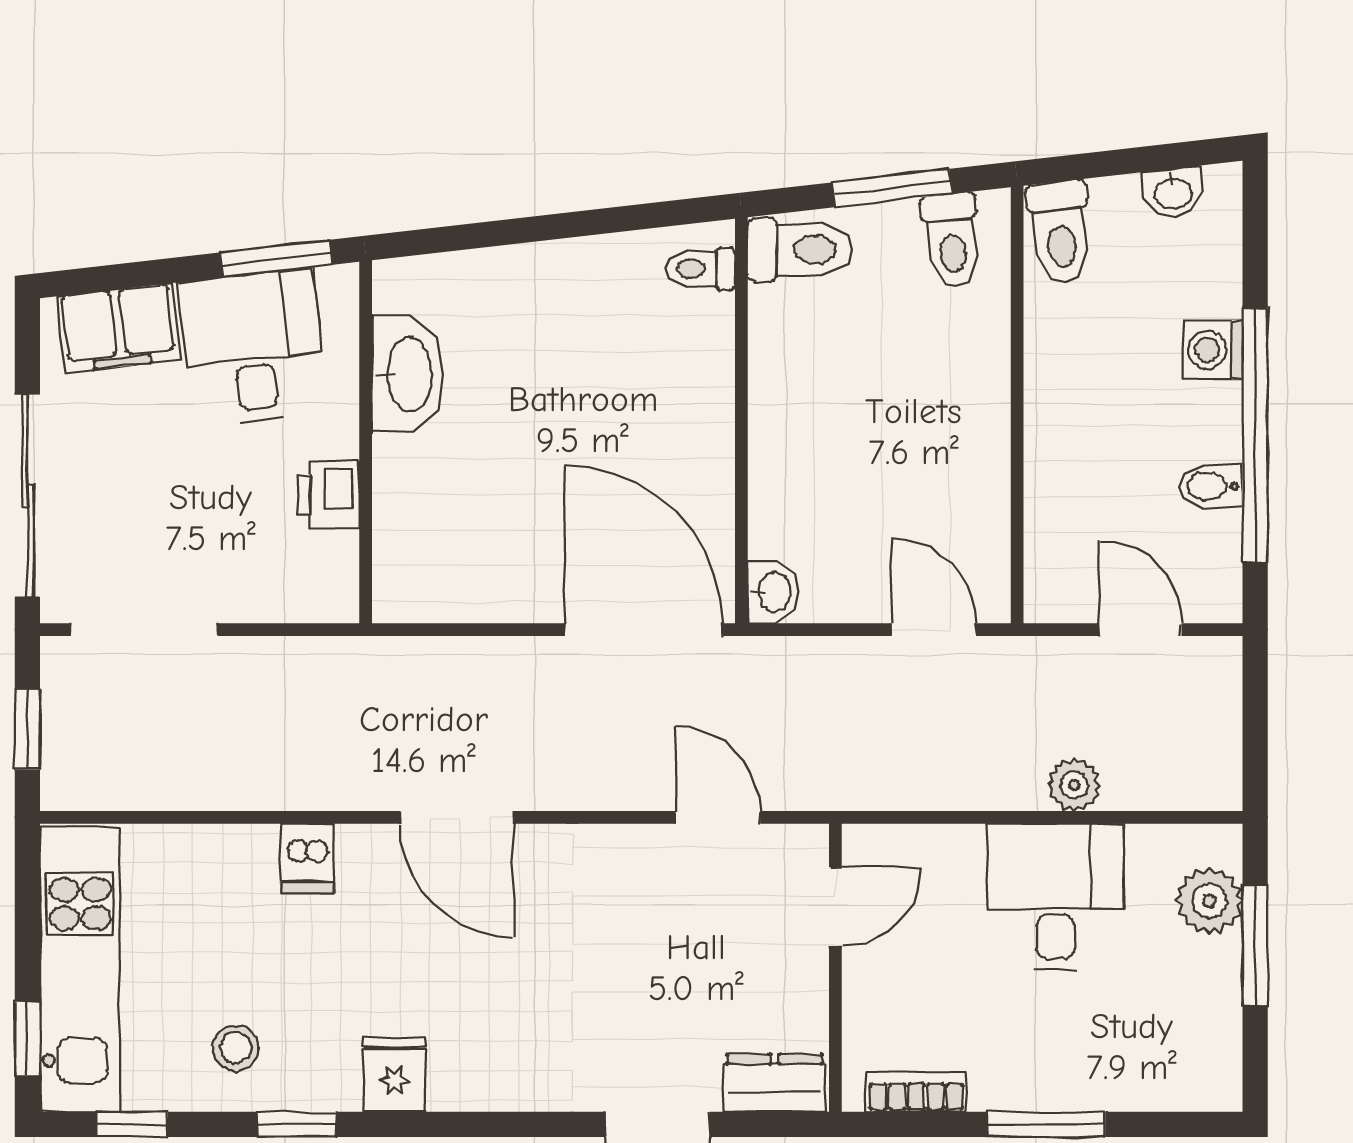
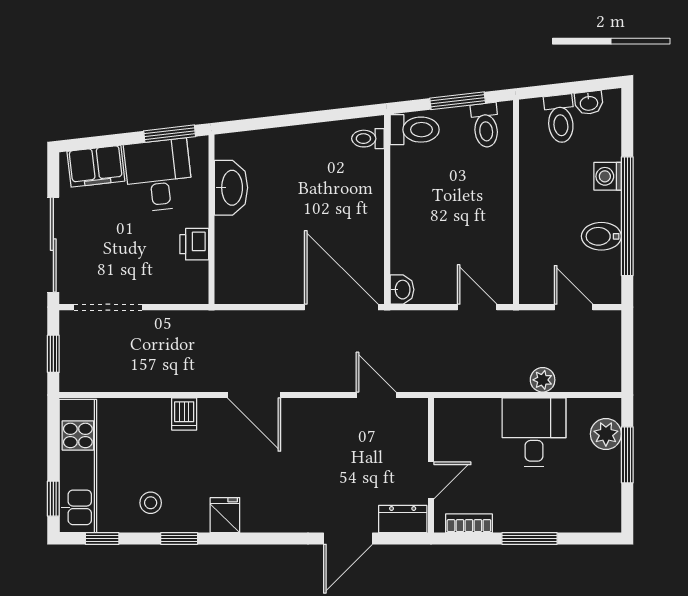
toilet: (1060, 232) -> (560, 119), moved
bidet: (1211, 486) -> (601, 236), width x1.38, depth x1.36
door: (835, 907) -> (431, 480), moved

